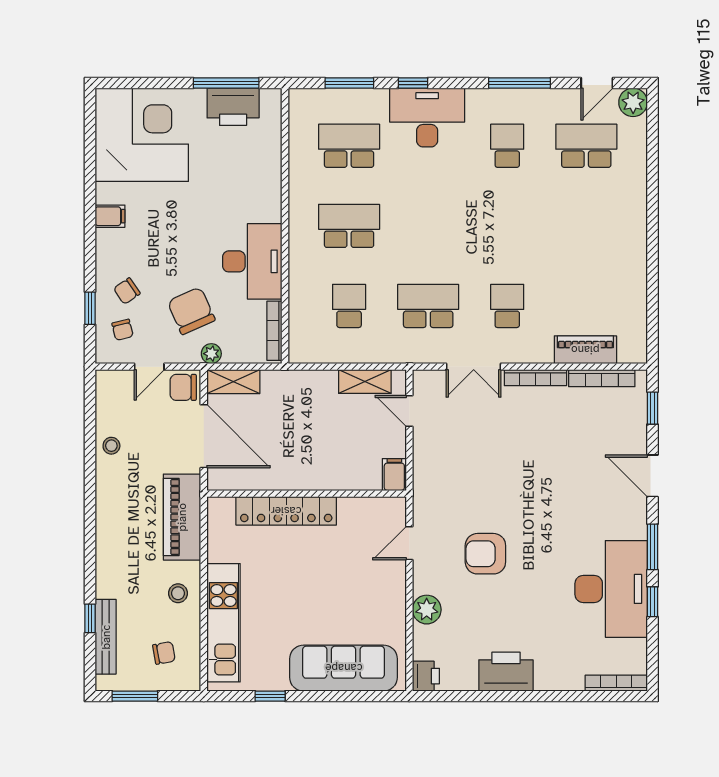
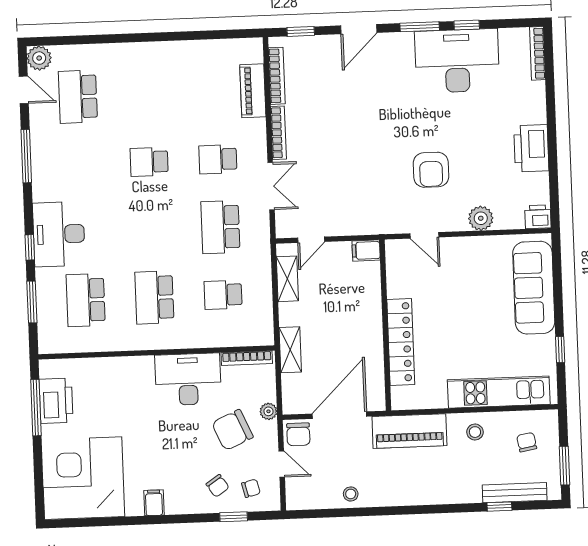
school desk: (507, 146) -> (149, 162), moved
shelving: (233, 382) -> (290, 350), moved

